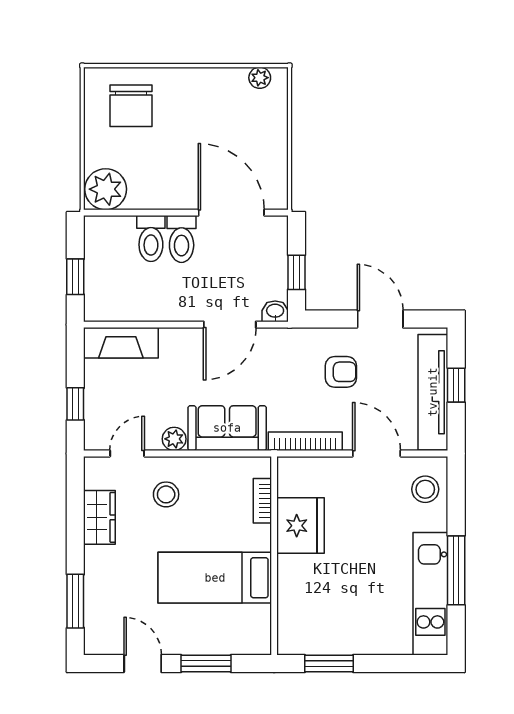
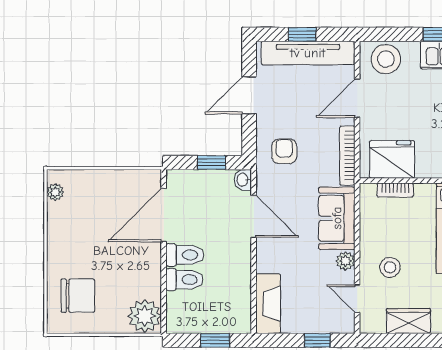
armchair: (341, 372) -> (284, 151), moved
stool: (425, 489) -> (386, 59), width x1.38, depth x1.38
fridge: (301, 526) -> (392, 159), moved

